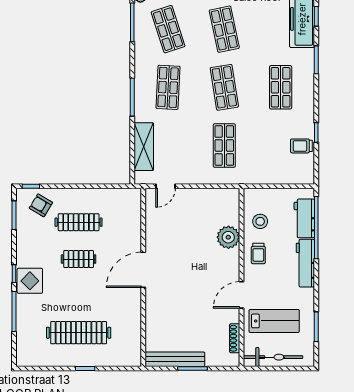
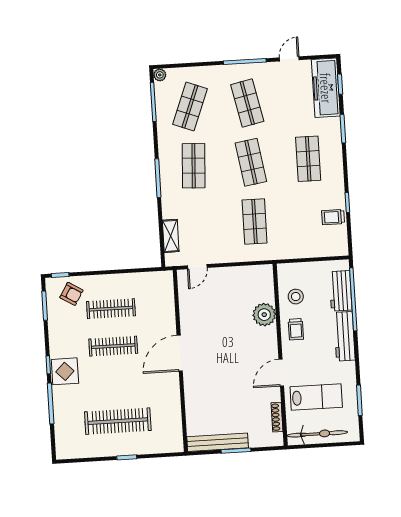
shop shelf: (168, 29) -> (190, 107), turned 39
shelving: (144, 147) -> (171, 236), width x0.67, depth x0.75
armchair: (41, 205) -> (71, 294), turned 180
clothes rail: (79, 259) -> (113, 346), width x1.36

